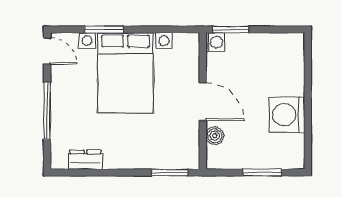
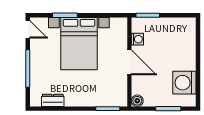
washing machine: (215, 42) -> (137, 39), moved
washing machine: (287, 115) -> (184, 83), moved
boiler: (215, 136) -> (137, 101), moved

